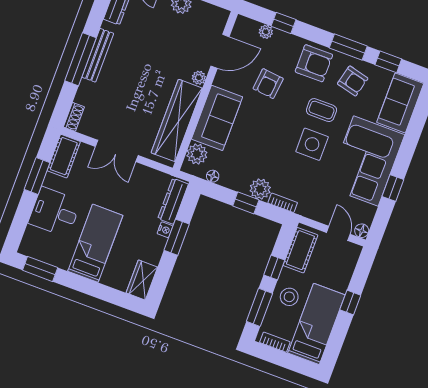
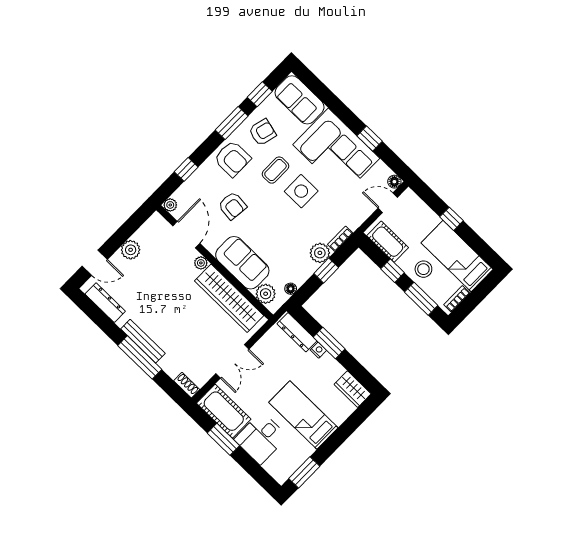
plant: (266, 32) -> (170, 205), moved
armchair: (314, 63) -> (232, 159), turned 90
cot: (64, 156) -> (224, 411), width x1.37, depth x1.34

